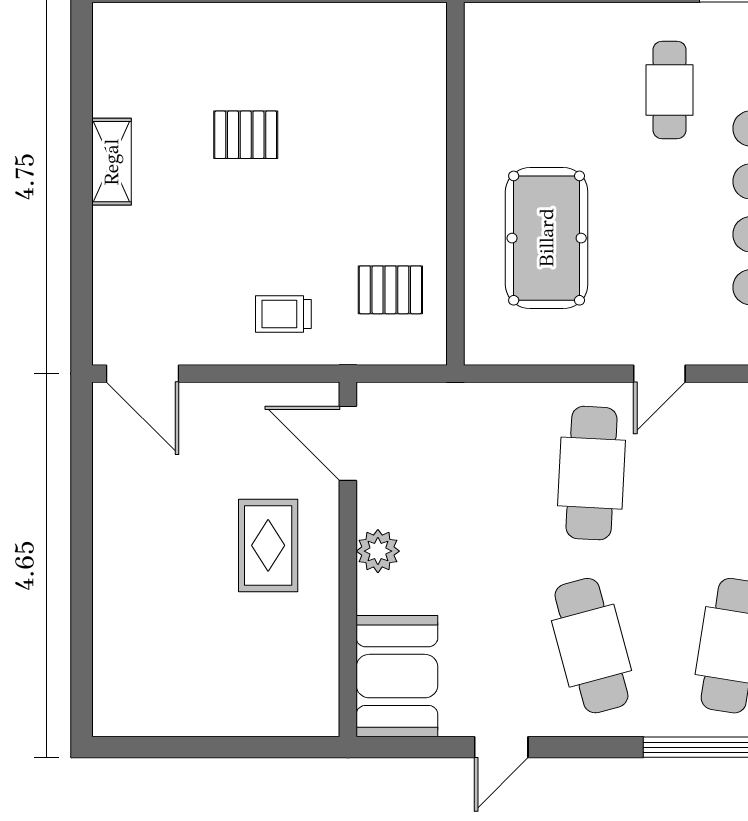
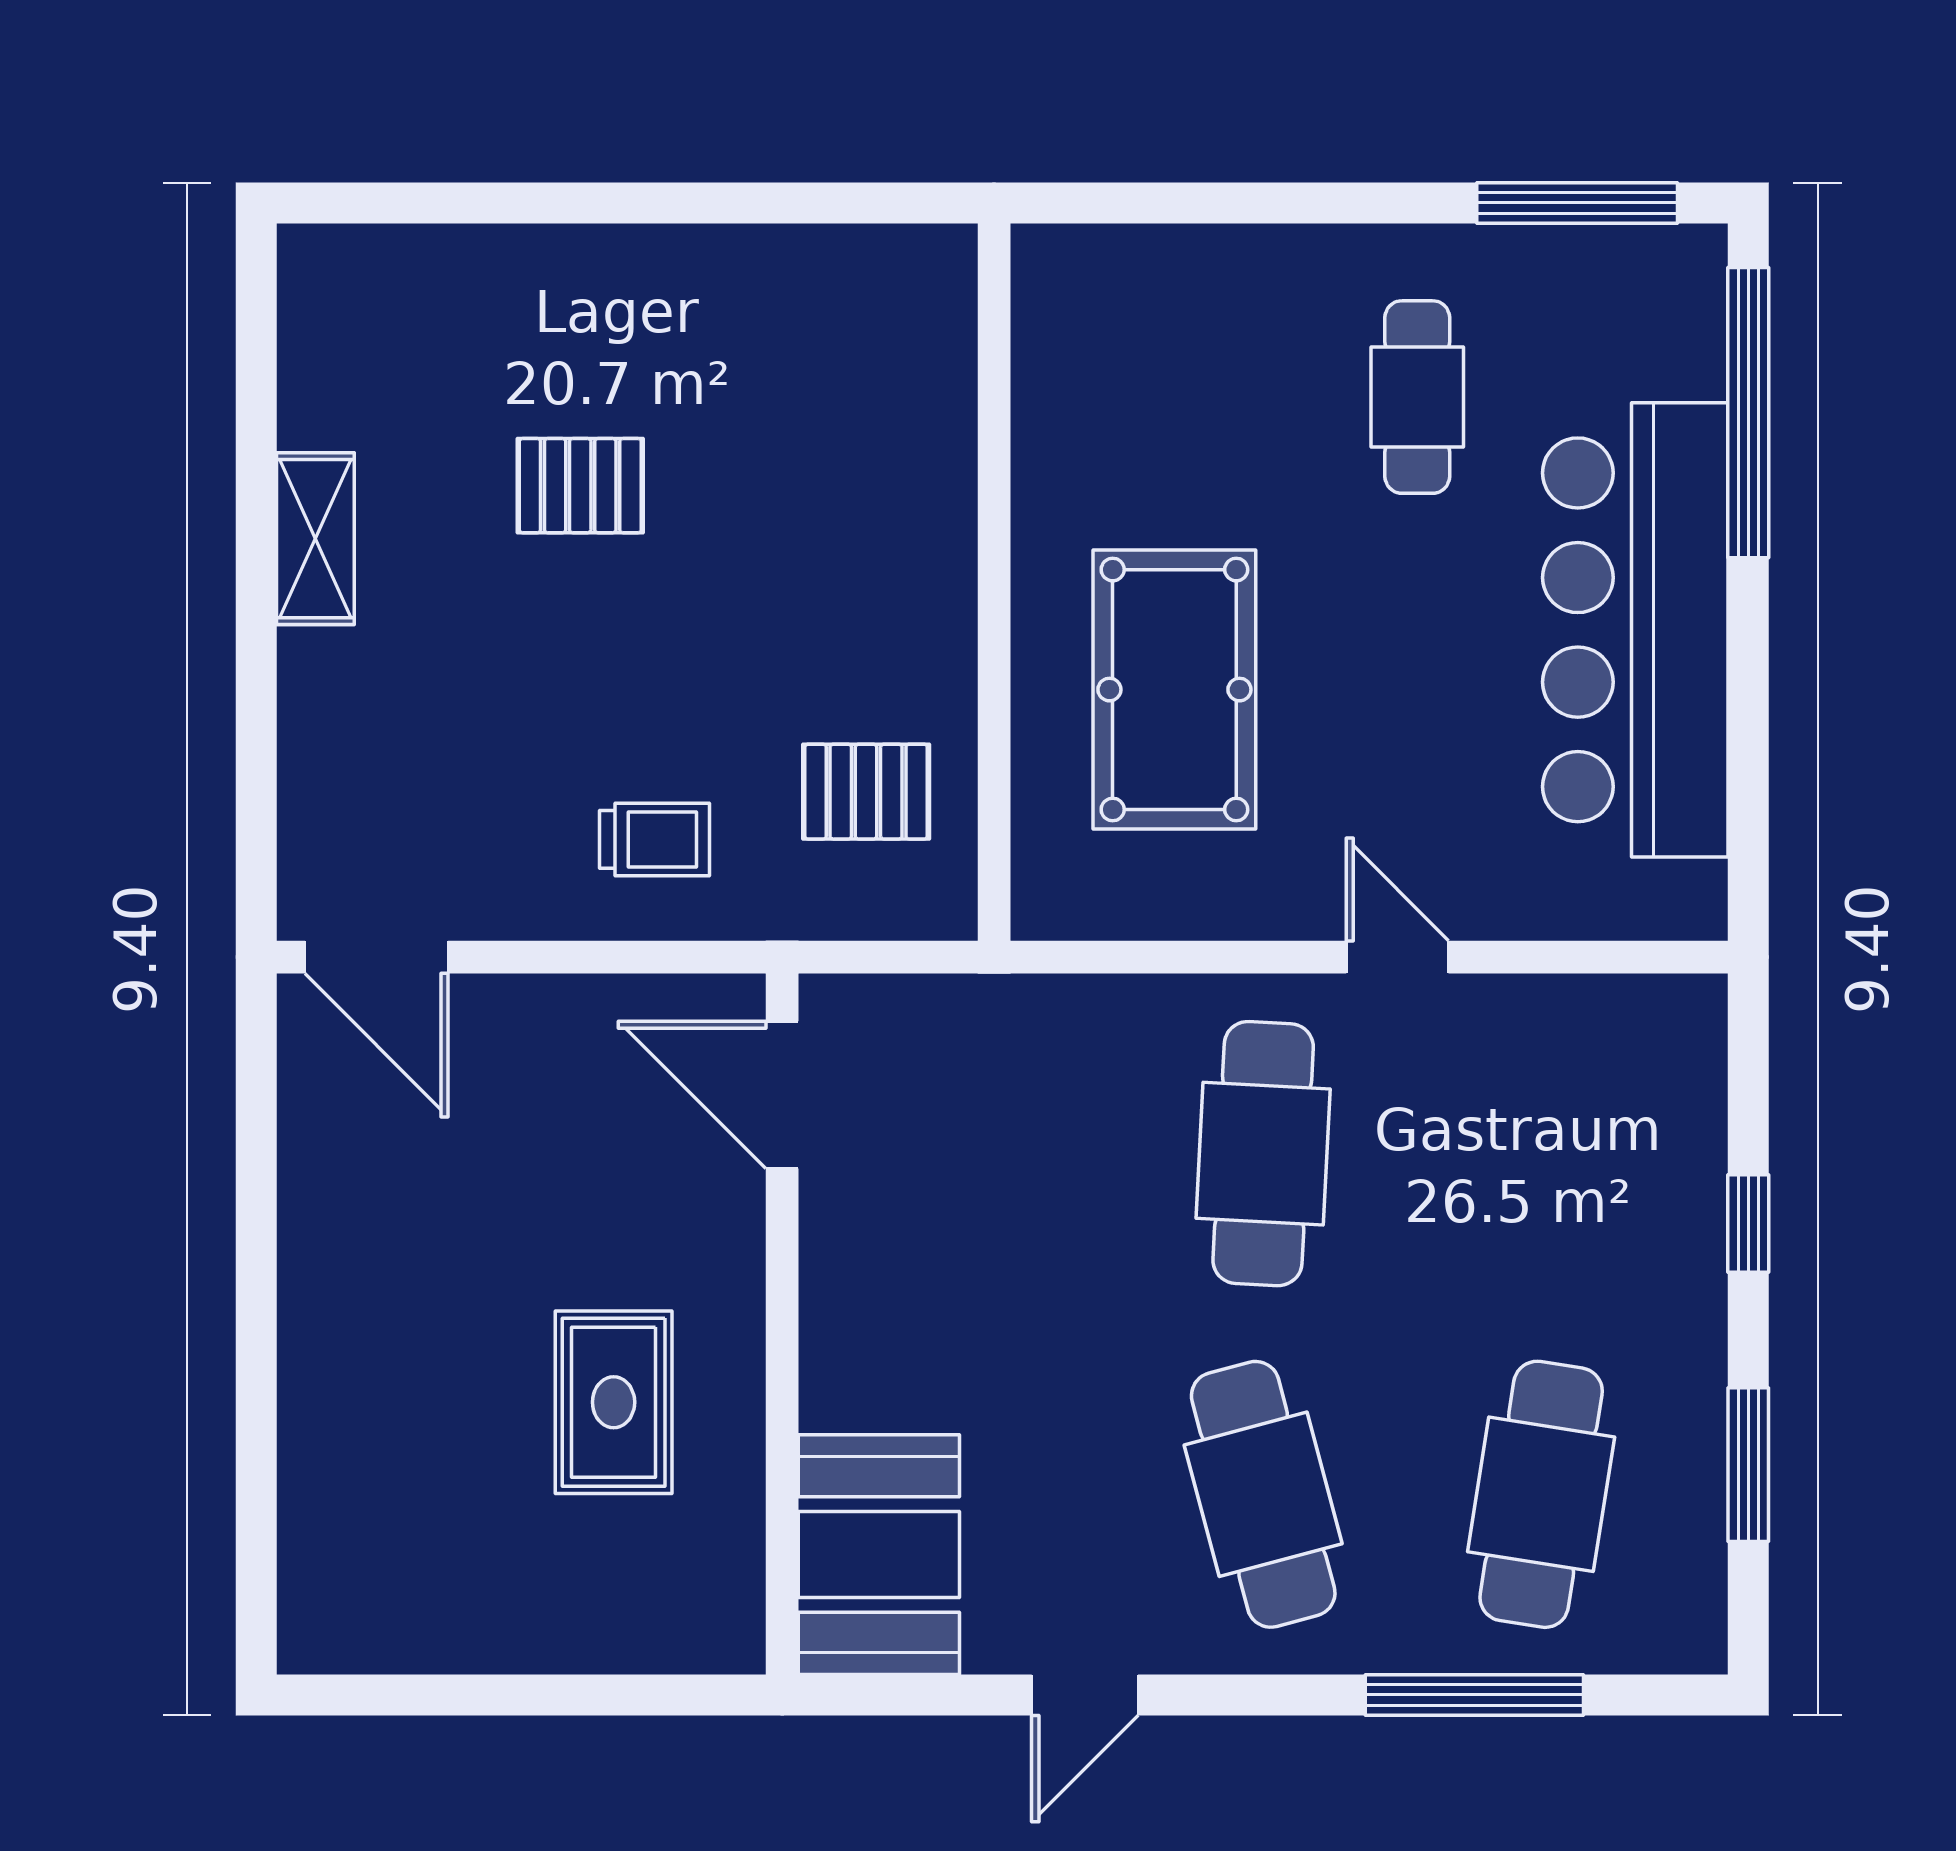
trolley: (283, 314) -> (655, 839), turned 180
door: (659, 374) -> (1397, 957), swing flipped
rug: (268, 545) -> (614, 1402), moved
plant: (378, 551) -> (841, 1308), removed

